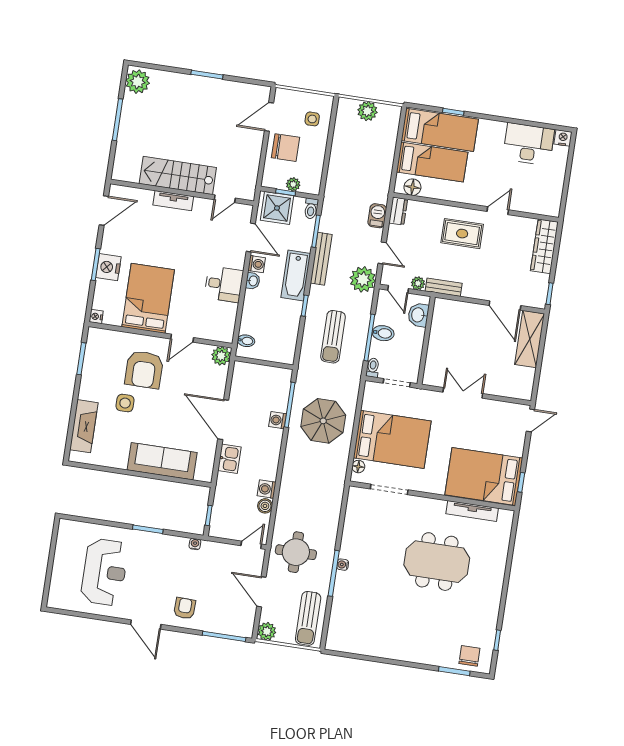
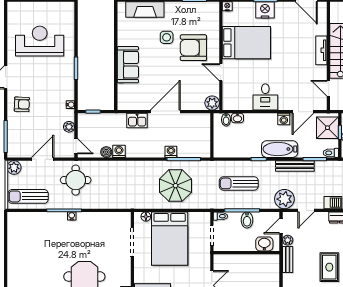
washbasin: (253, 281) -> (237, 118), moved
sofa: (162, 461) -> (128, 65), width x0.73
plant: (224, 550) -> (69, 127), added
reception desk: (105, 572) -> (40, 41), turned 180

